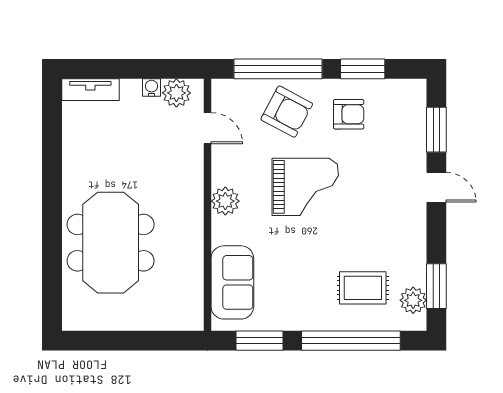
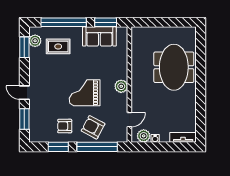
door: (207, 128) -> (129, 120), swing flipped
sofa: (232, 282) -> (99, 36), moved, turned -90

